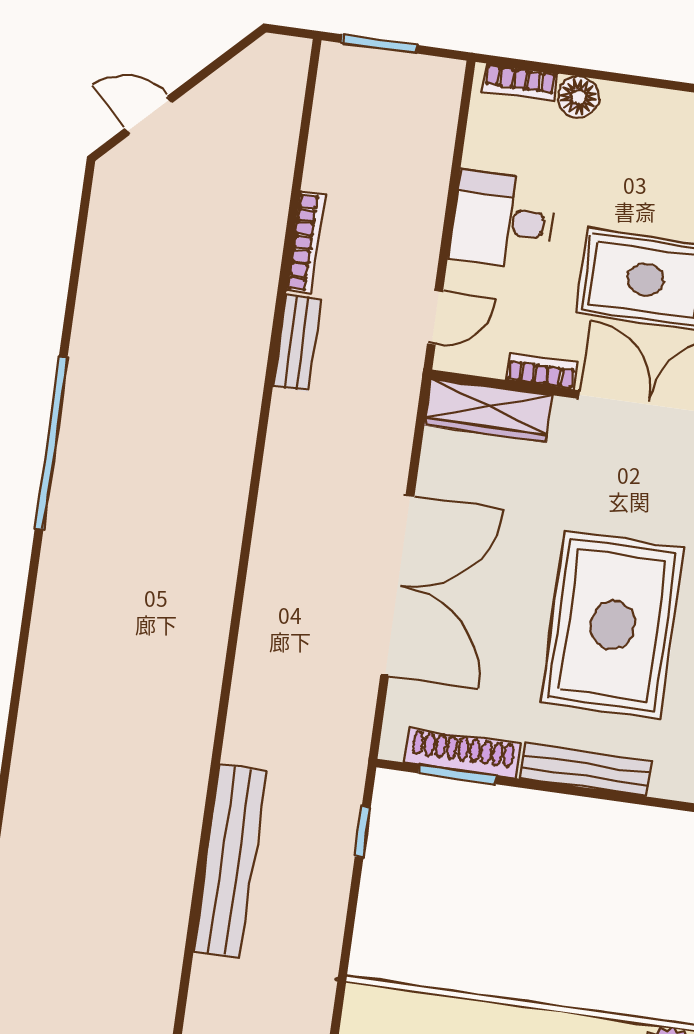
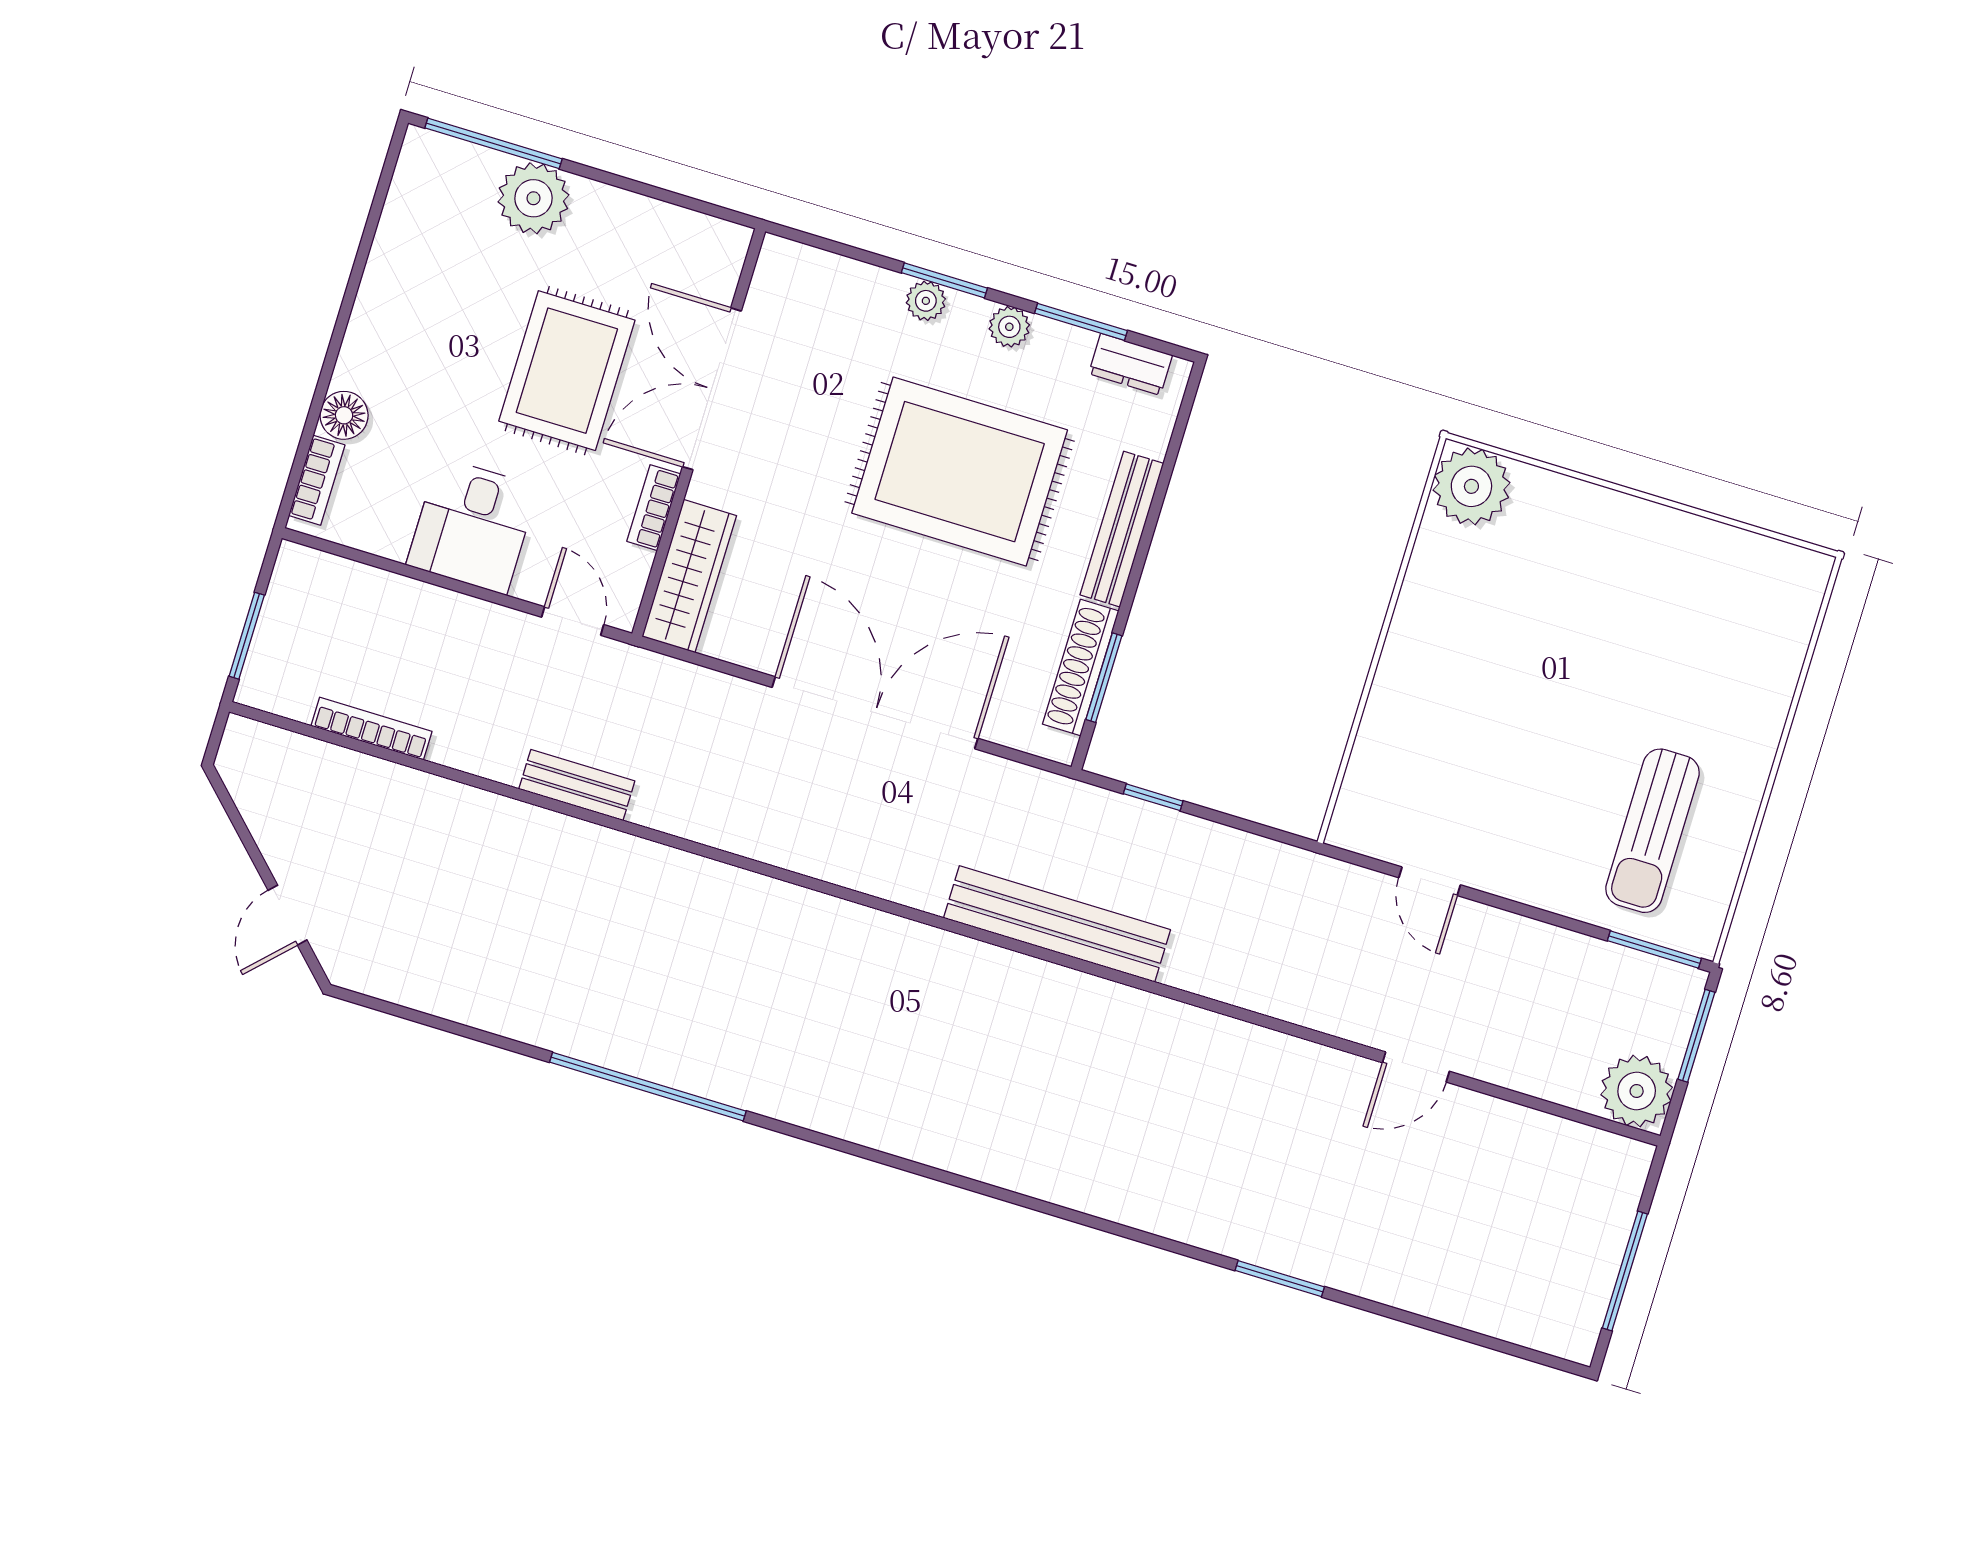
bookcase: (306, 243) -> (371, 729), moved
bench: (230, 861) -> (1057, 924), moved

